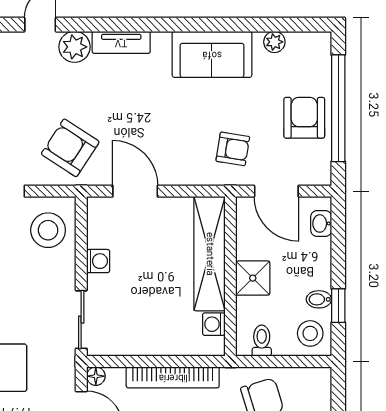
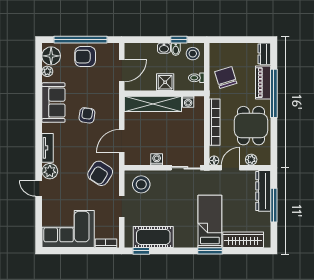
floor lamp: (305, 50) -> (51, 56), added
armchair: (233, 149) -> (87, 115), moved
washbasin: (321, 223) -> (164, 48), moved

